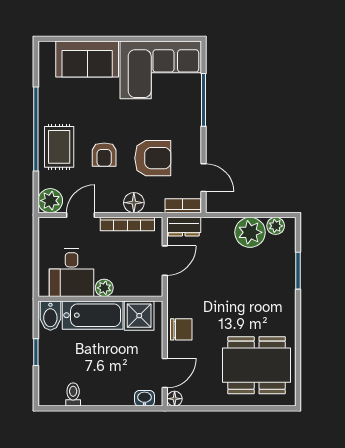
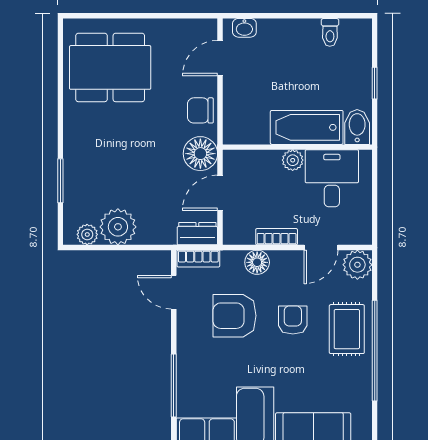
bookcase: (127, 224) -> (277, 237), width x0.64
shower: (139, 316) -> (251, 127), removed
floor lamp: (175, 399) -> (200, 154), moved, width x1.89, depth x1.89

